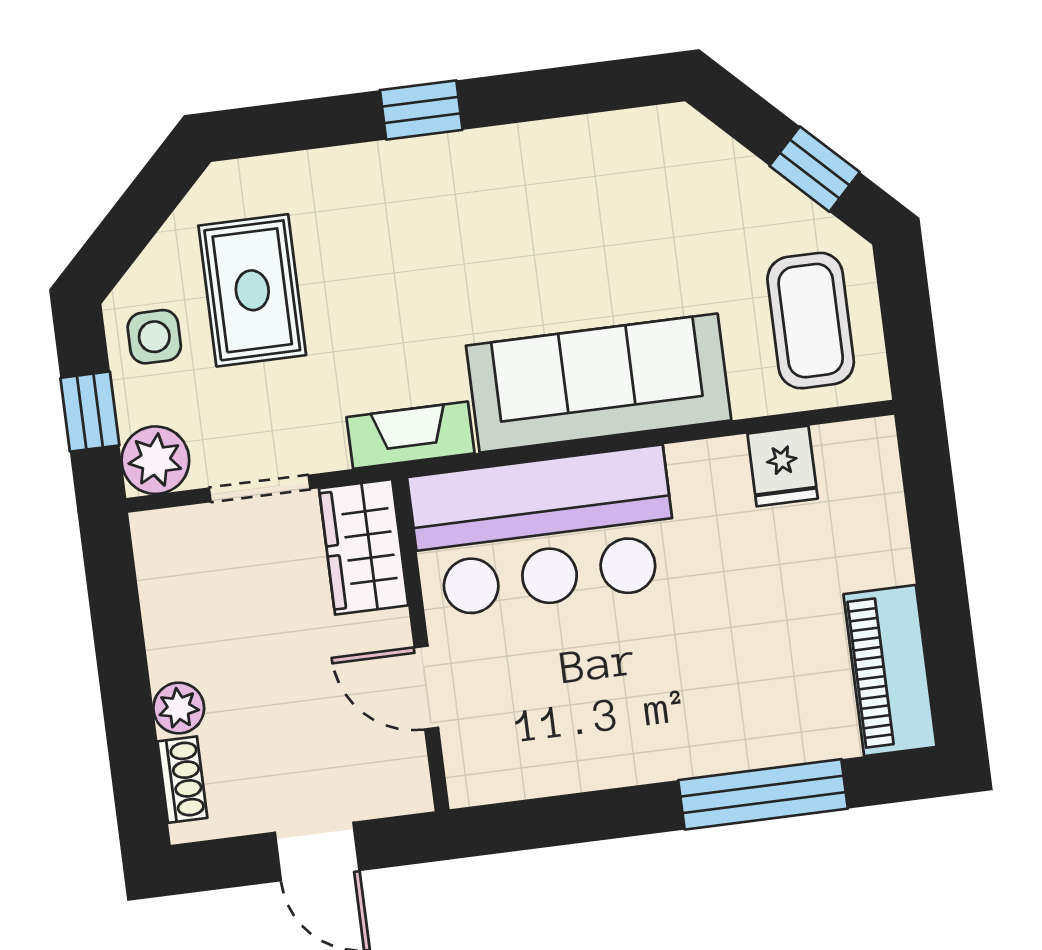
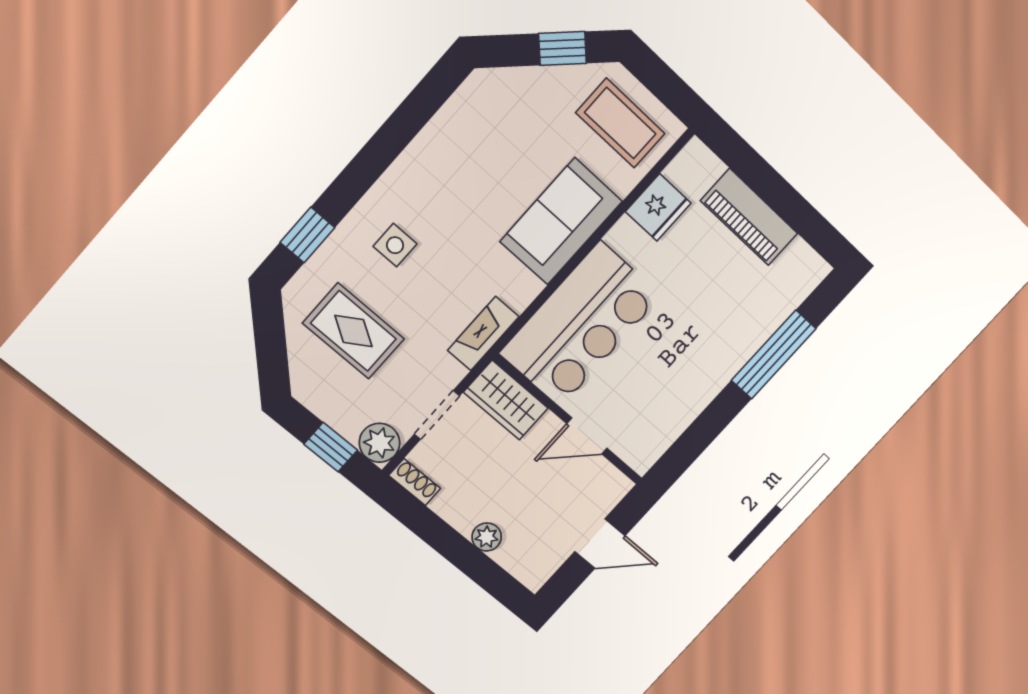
window: (421, 110) -> (308, 235), moved
side table: (154, 337) -> (395, 245), moved
sofa: (599, 383) -> (561, 221), width x0.73
fridge: (783, 466) -> (658, 207), width x1.38
piano: (890, 671) -> (749, 217), moved
shoe rack: (182, 780) -> (415, 482), moved

